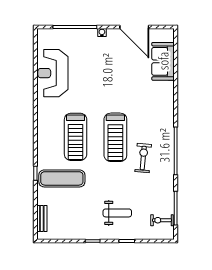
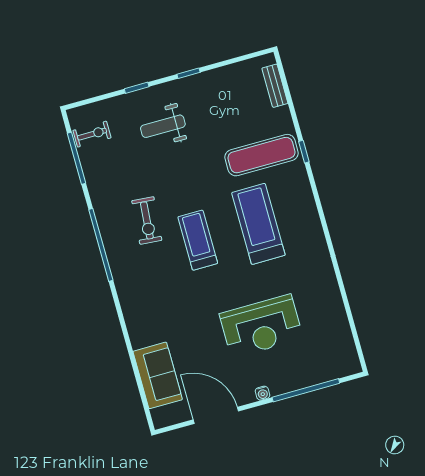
reception desk: (53, 73) -> (261, 326), moved, turned 90
treadmill: (115, 137) -> (198, 240), width x0.73, depth x0.73

